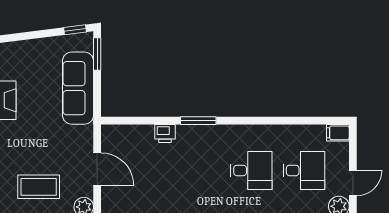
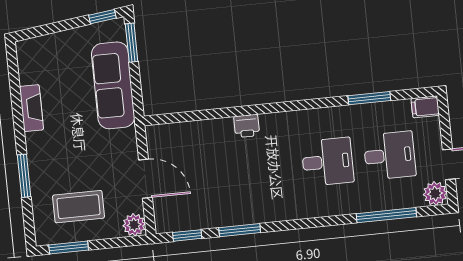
window: (198, 121) -> (369, 98), moved
printer: (165, 134) -> (247, 126), moved

